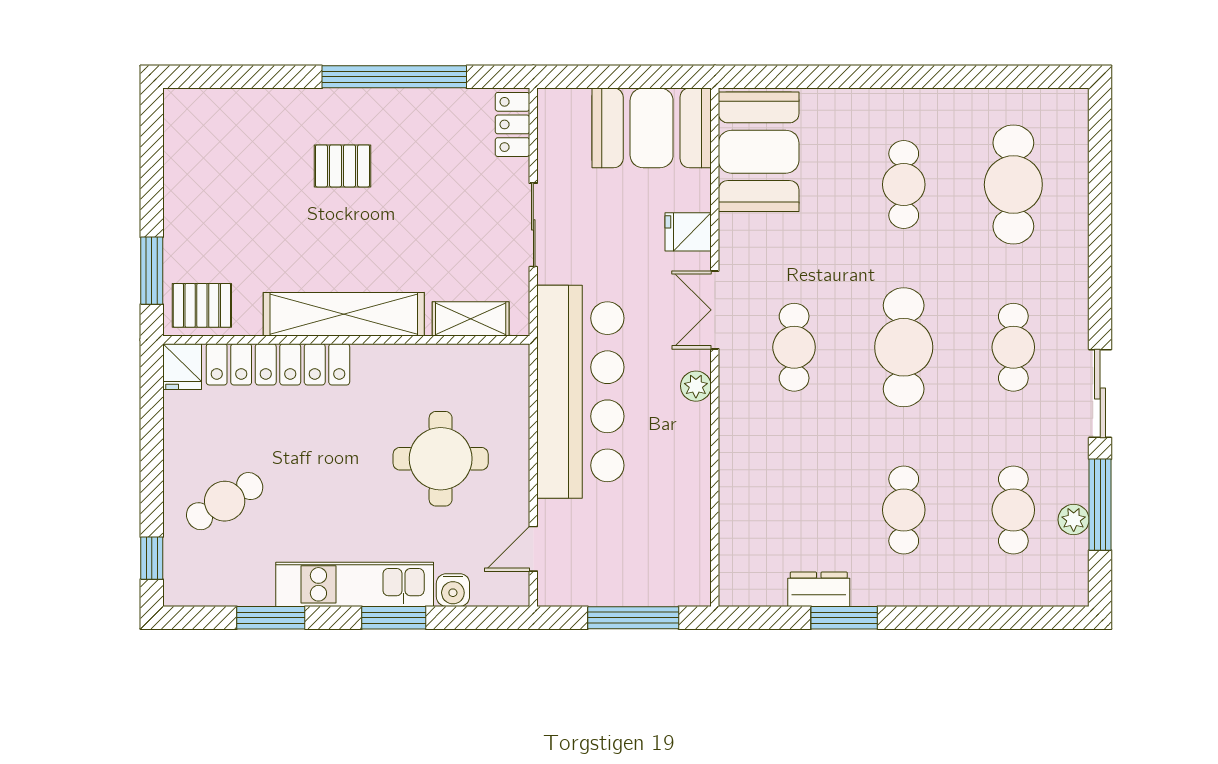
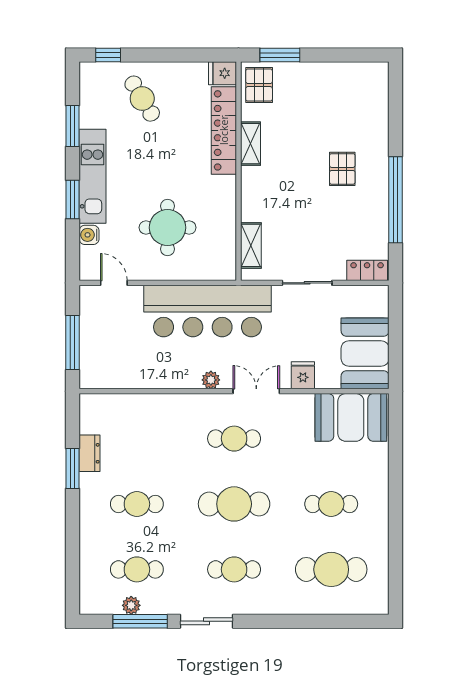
shelving: (344, 314) -> (250, 144), width x0.45, depth x0.75

